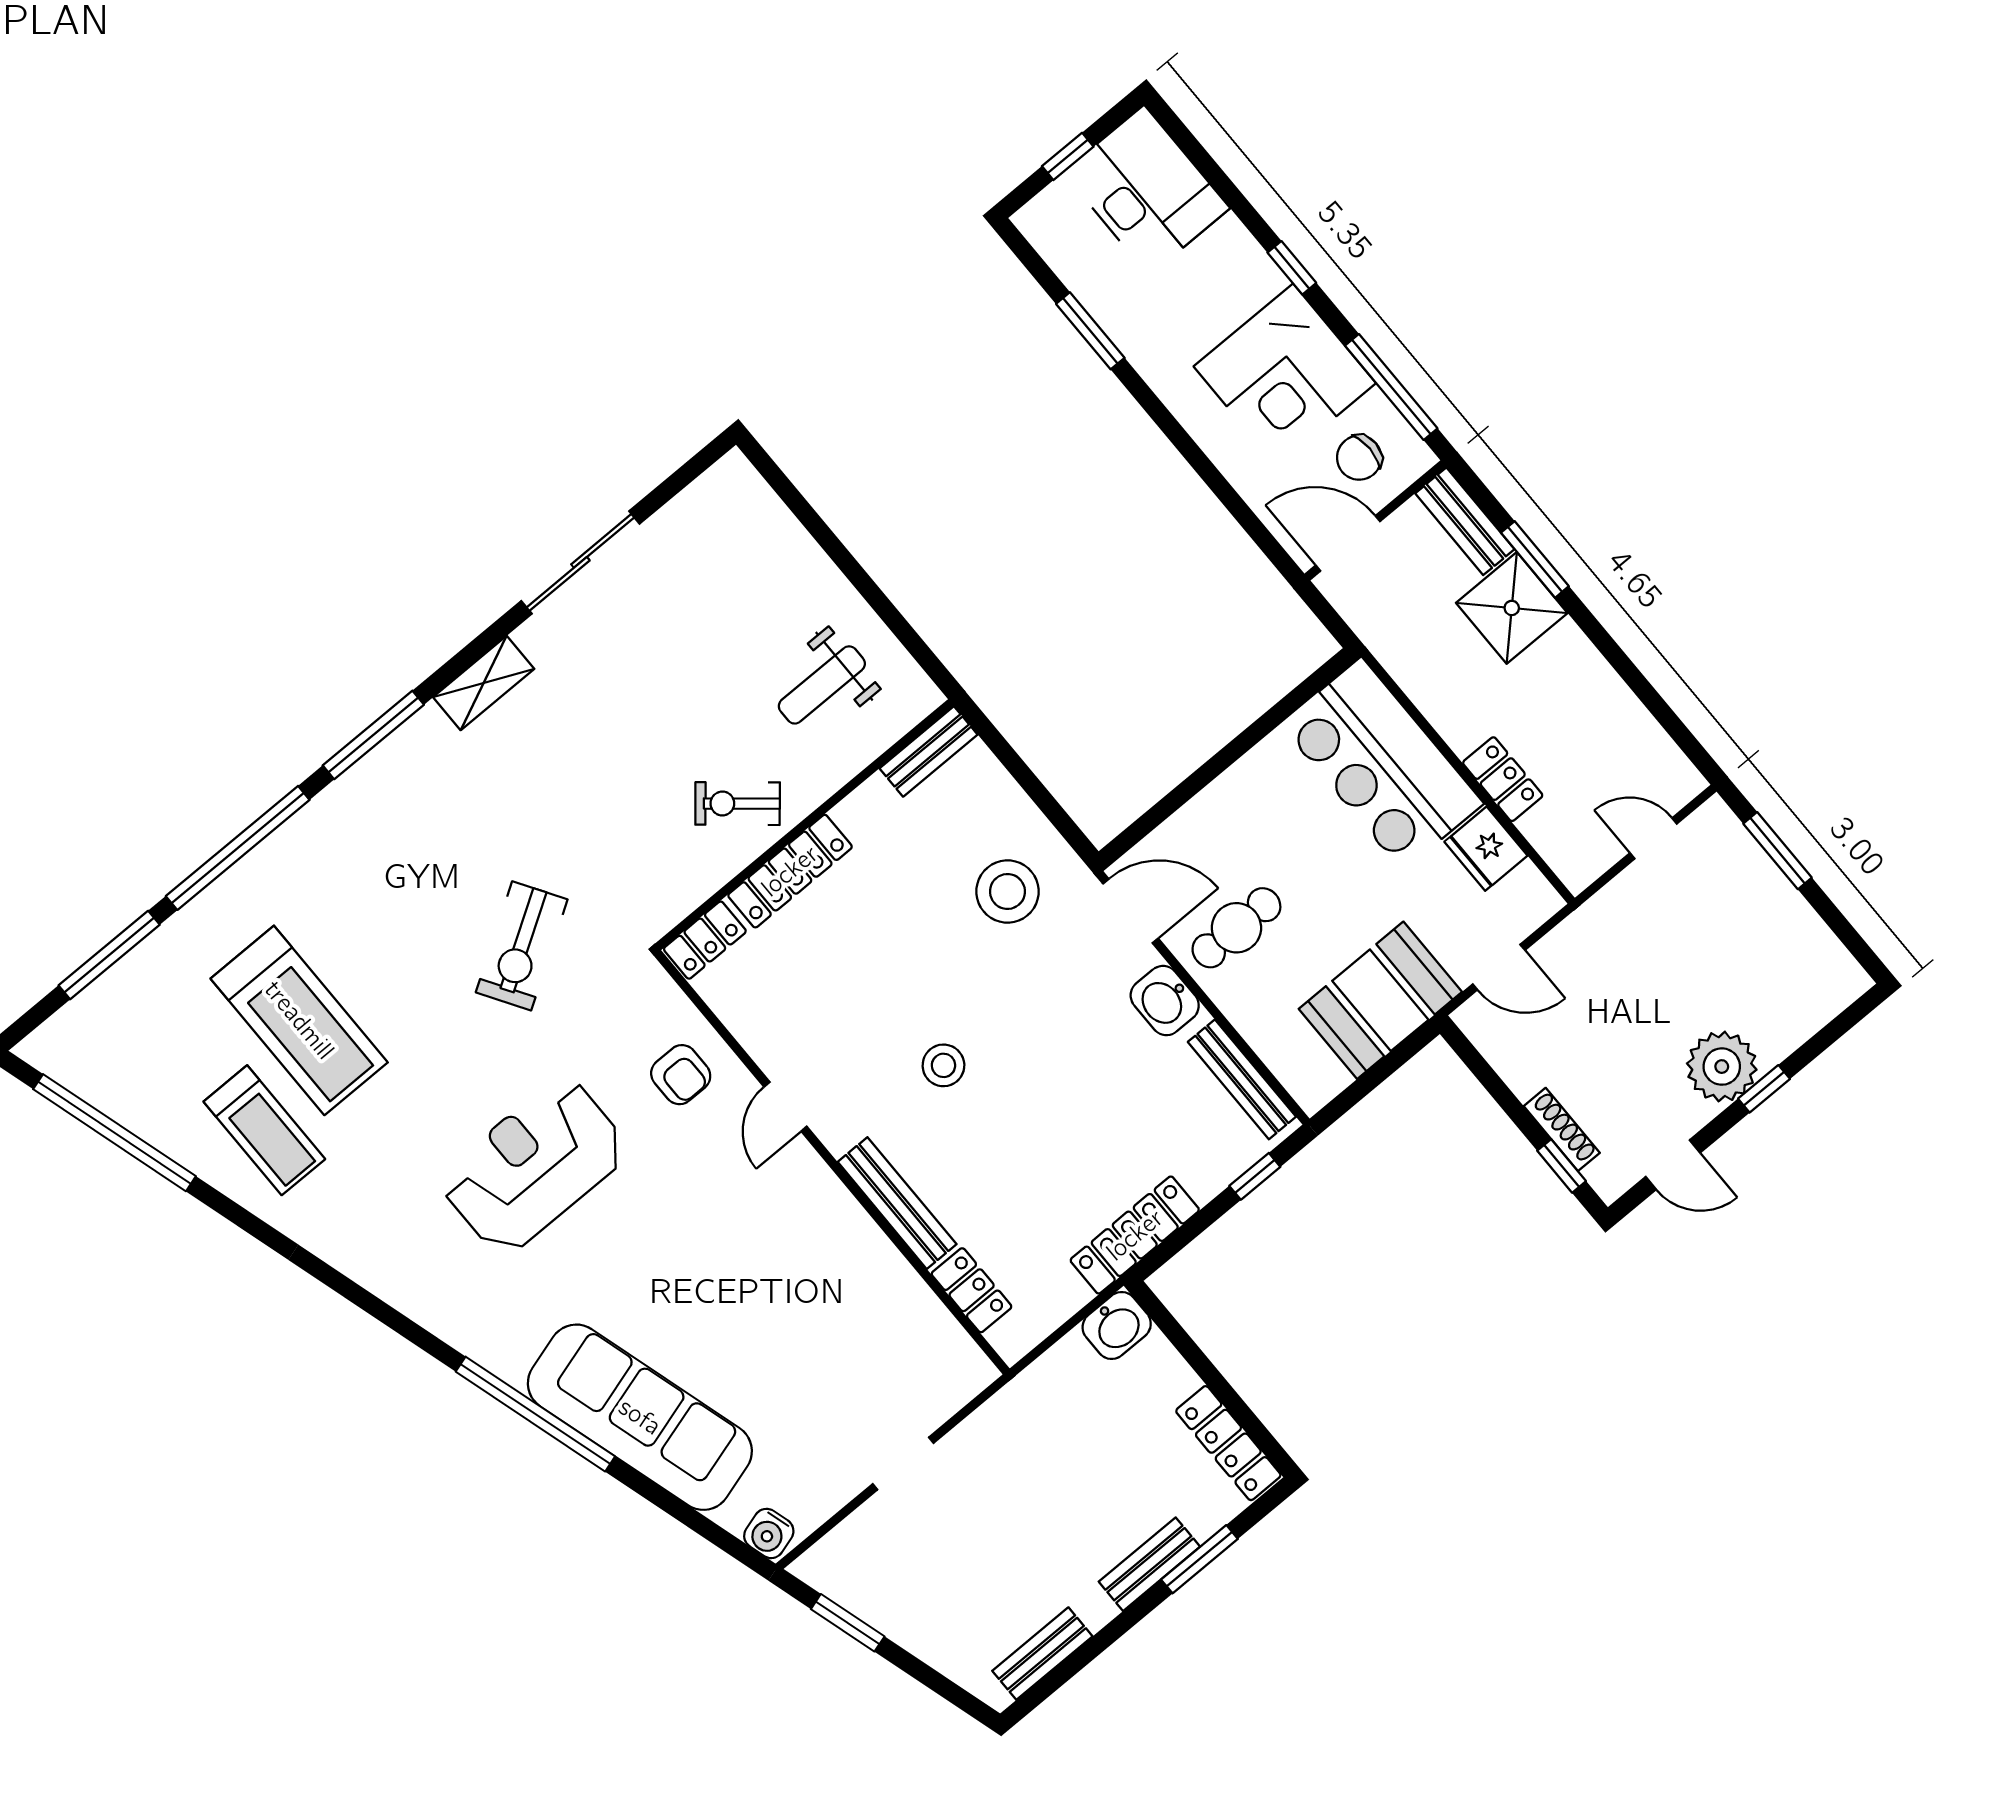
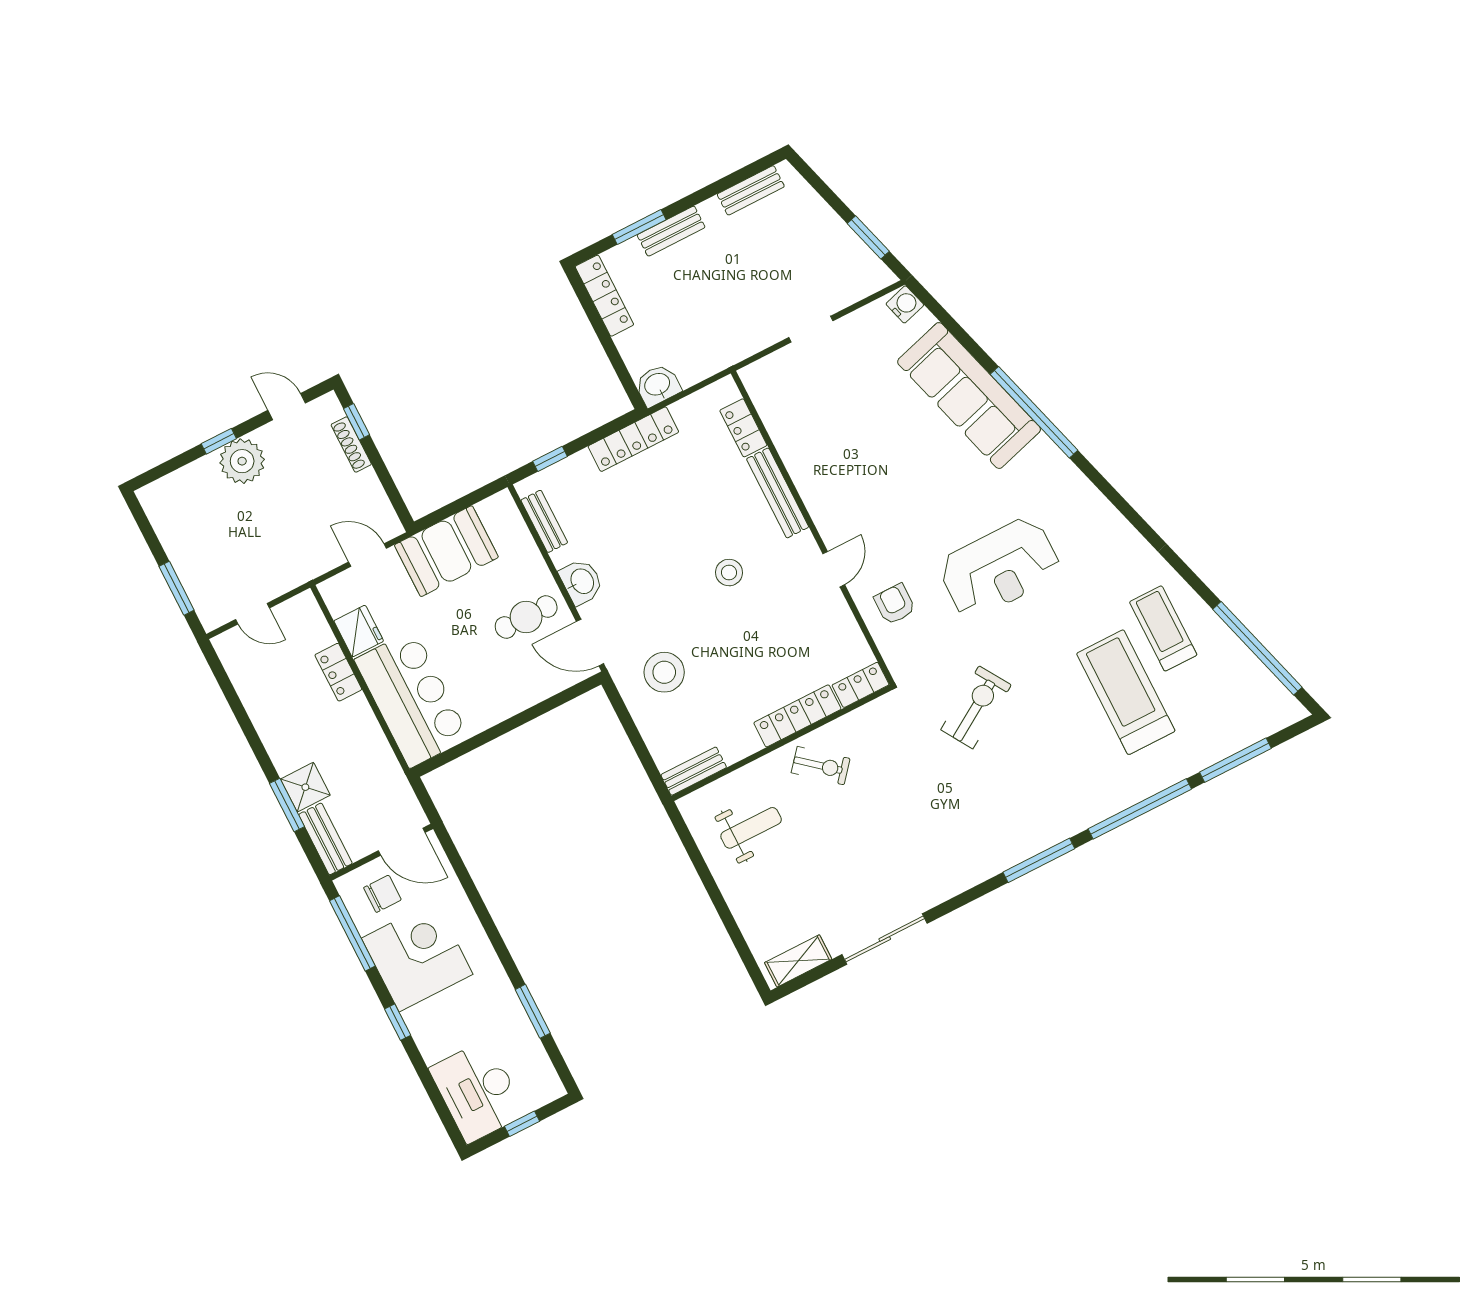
shower: (1512, 608) -> (305, 787), width x0.73, depth x0.73
shelving: (484, 683) -> (798, 961), moved
bench: (1242, 1079) -> (544, 521), width x0.73

